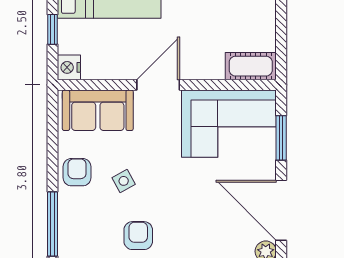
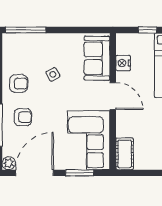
nightstand: (69, 67) -> (123, 63), moved, turned -90
armchair: (77, 172) -> (23, 117), moved

